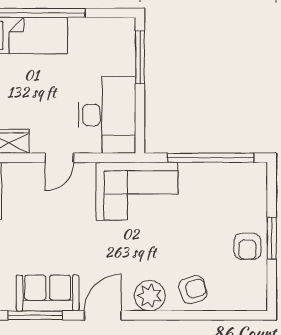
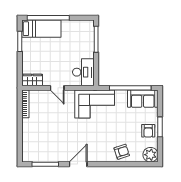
desk: (107, 115) -> (83, 72), width x0.73, depth x0.77
door: (59, 158) -> (57, 88), hinge flipped
sofa: (48, 293) -> (143, 99), moved, turned 180
plant: (150, 296) -> (150, 155), moved

